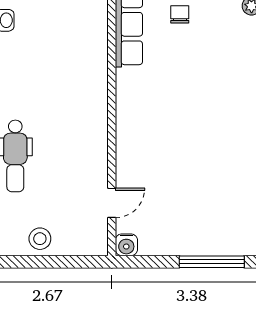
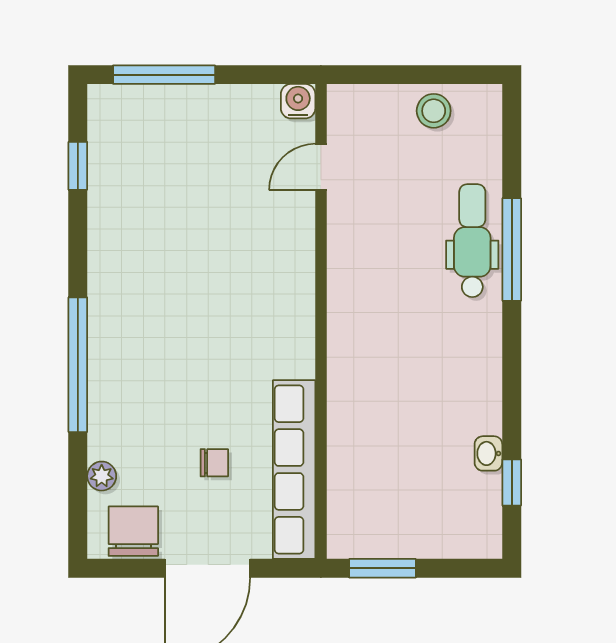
chair: (180, 14) -> (214, 463), turned -90

